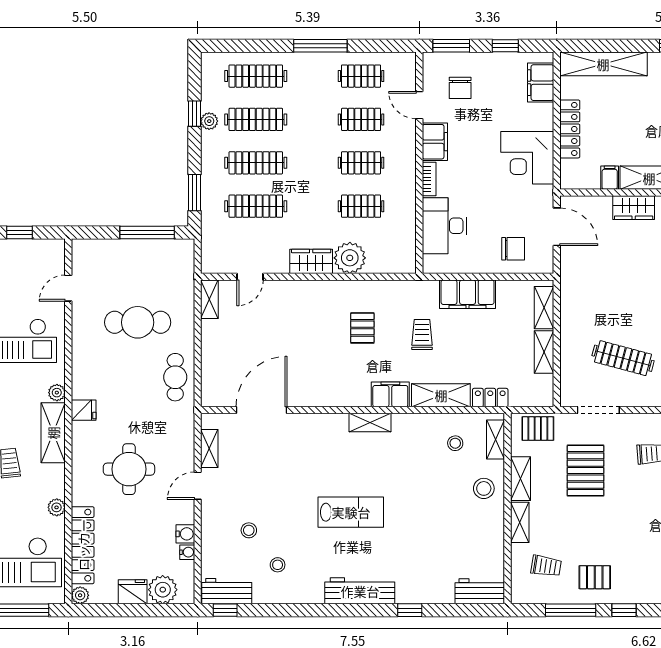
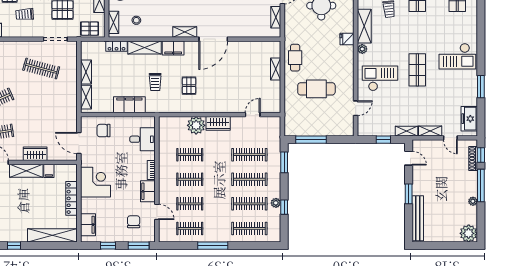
desk: (444, 226) -> (142, 139), width x0.73
shelving: (209, 299) -> (276, 69), moved
door: (262, 410) -> (213, 39), moved

